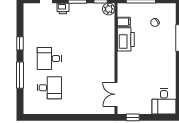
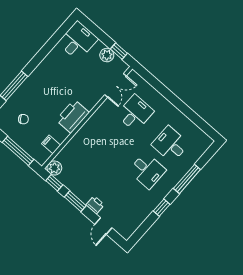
printer: (126, 39) -> (73, 116), moved
desk: (89, 88) -> (135, 113), added
plant: (138, 108) -> (107, 55), added

